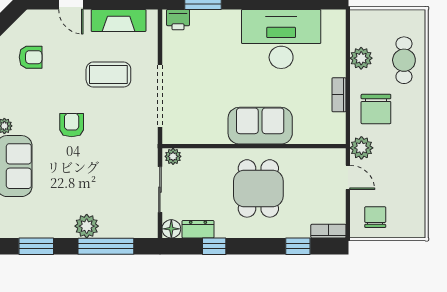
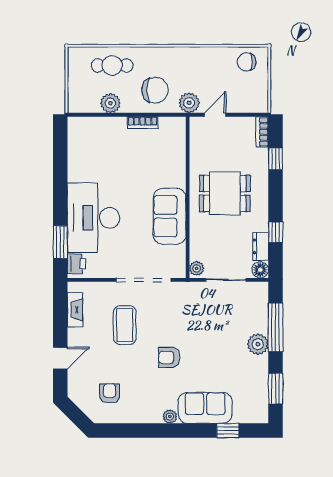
fireplace: (119, 21) -> (75, 310), width x0.73, depth x0.76
desk: (281, 39) -> (93, 218), moved
sofa: (260, 126) -> (170, 216), moved
chair: (375, 217) -> (247, 62), moved

